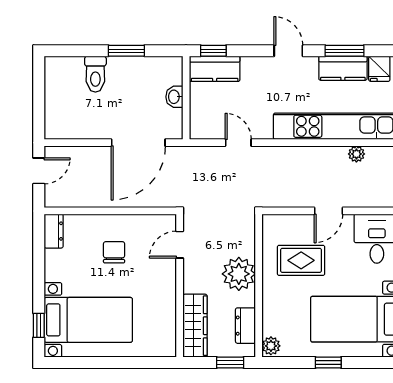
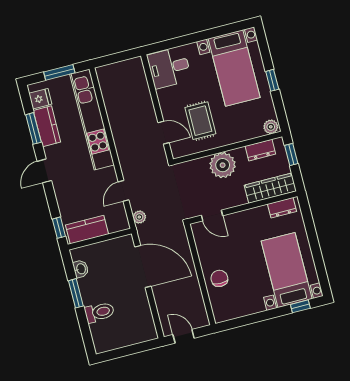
kitchen counter: (215, 69) -> (87, 230), moved, turned -90
washbasin: (174, 97) -> (81, 269), moved, turned -90
plant: (356, 154) -> (139, 217), moved
door: (329, 211) -> (164, 133), moved
dresser: (54, 231) -> (282, 208), moved, turned 180
chair: (114, 252) -> (219, 278), moved, turned 90

